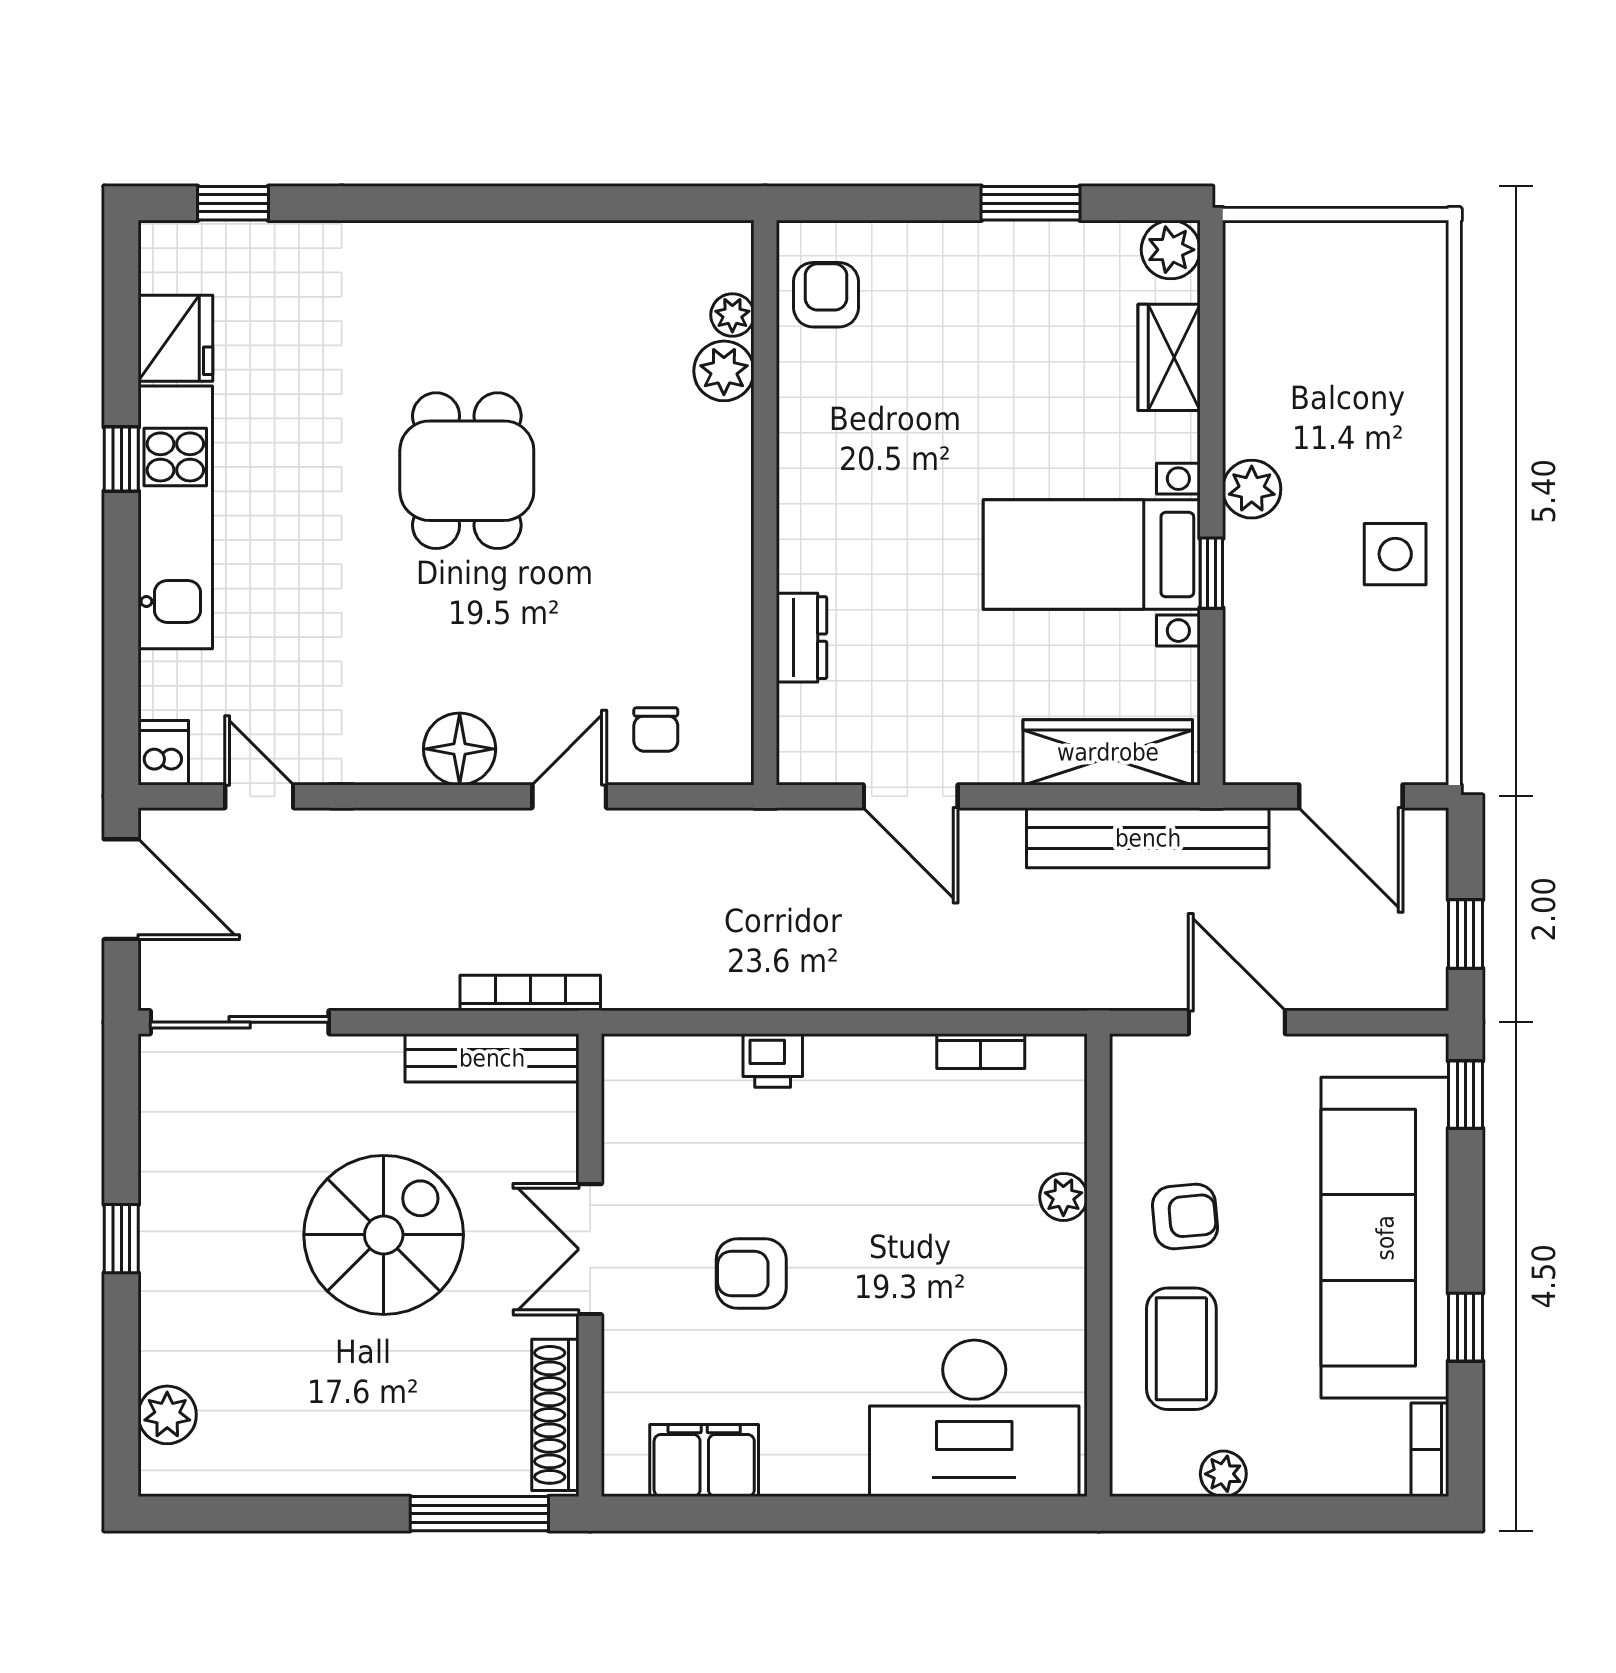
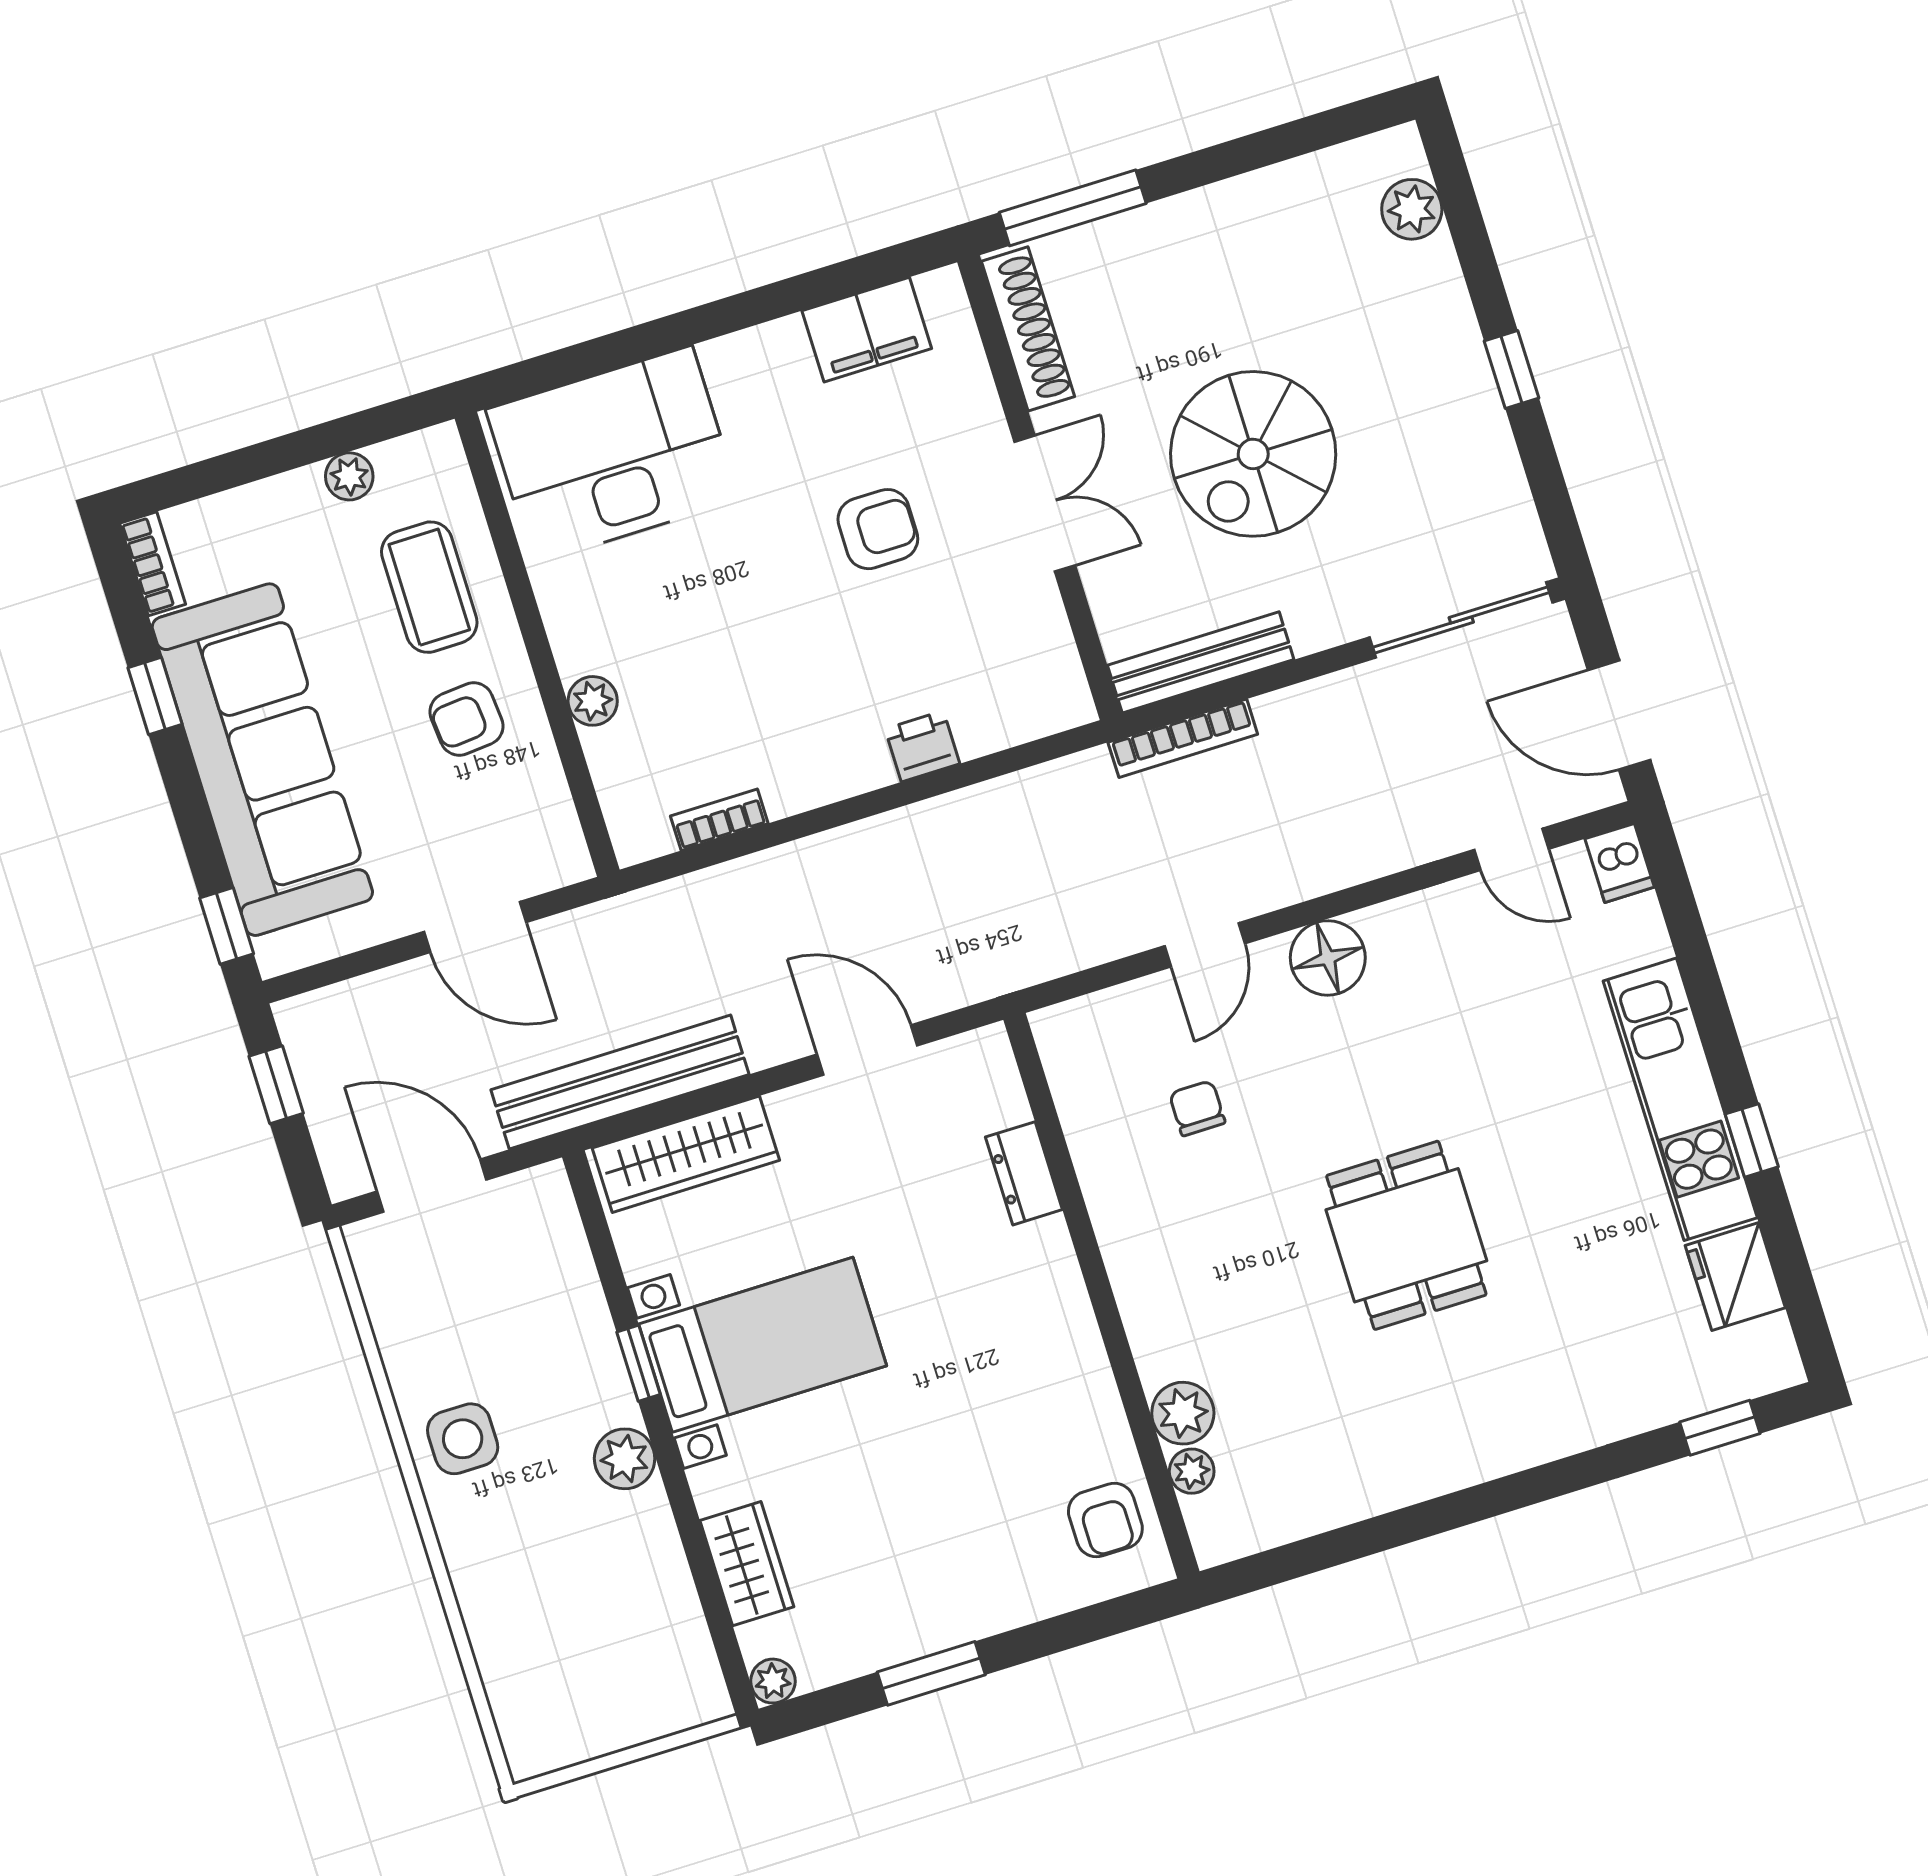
plant: (1171, 250) -> (773, 1681), width x0.73, depth x0.73
chair: (656, 730) -> (1197, 1108), moved

